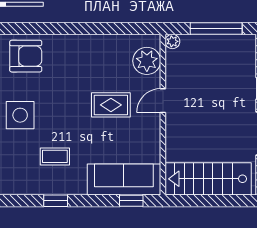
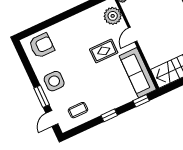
coffee table: (55, 156) -> (78, 110), moved
sofa: (124, 179) -> (138, 73), moved, turned -90
window: (56, 201) -> (109, 115), moved

